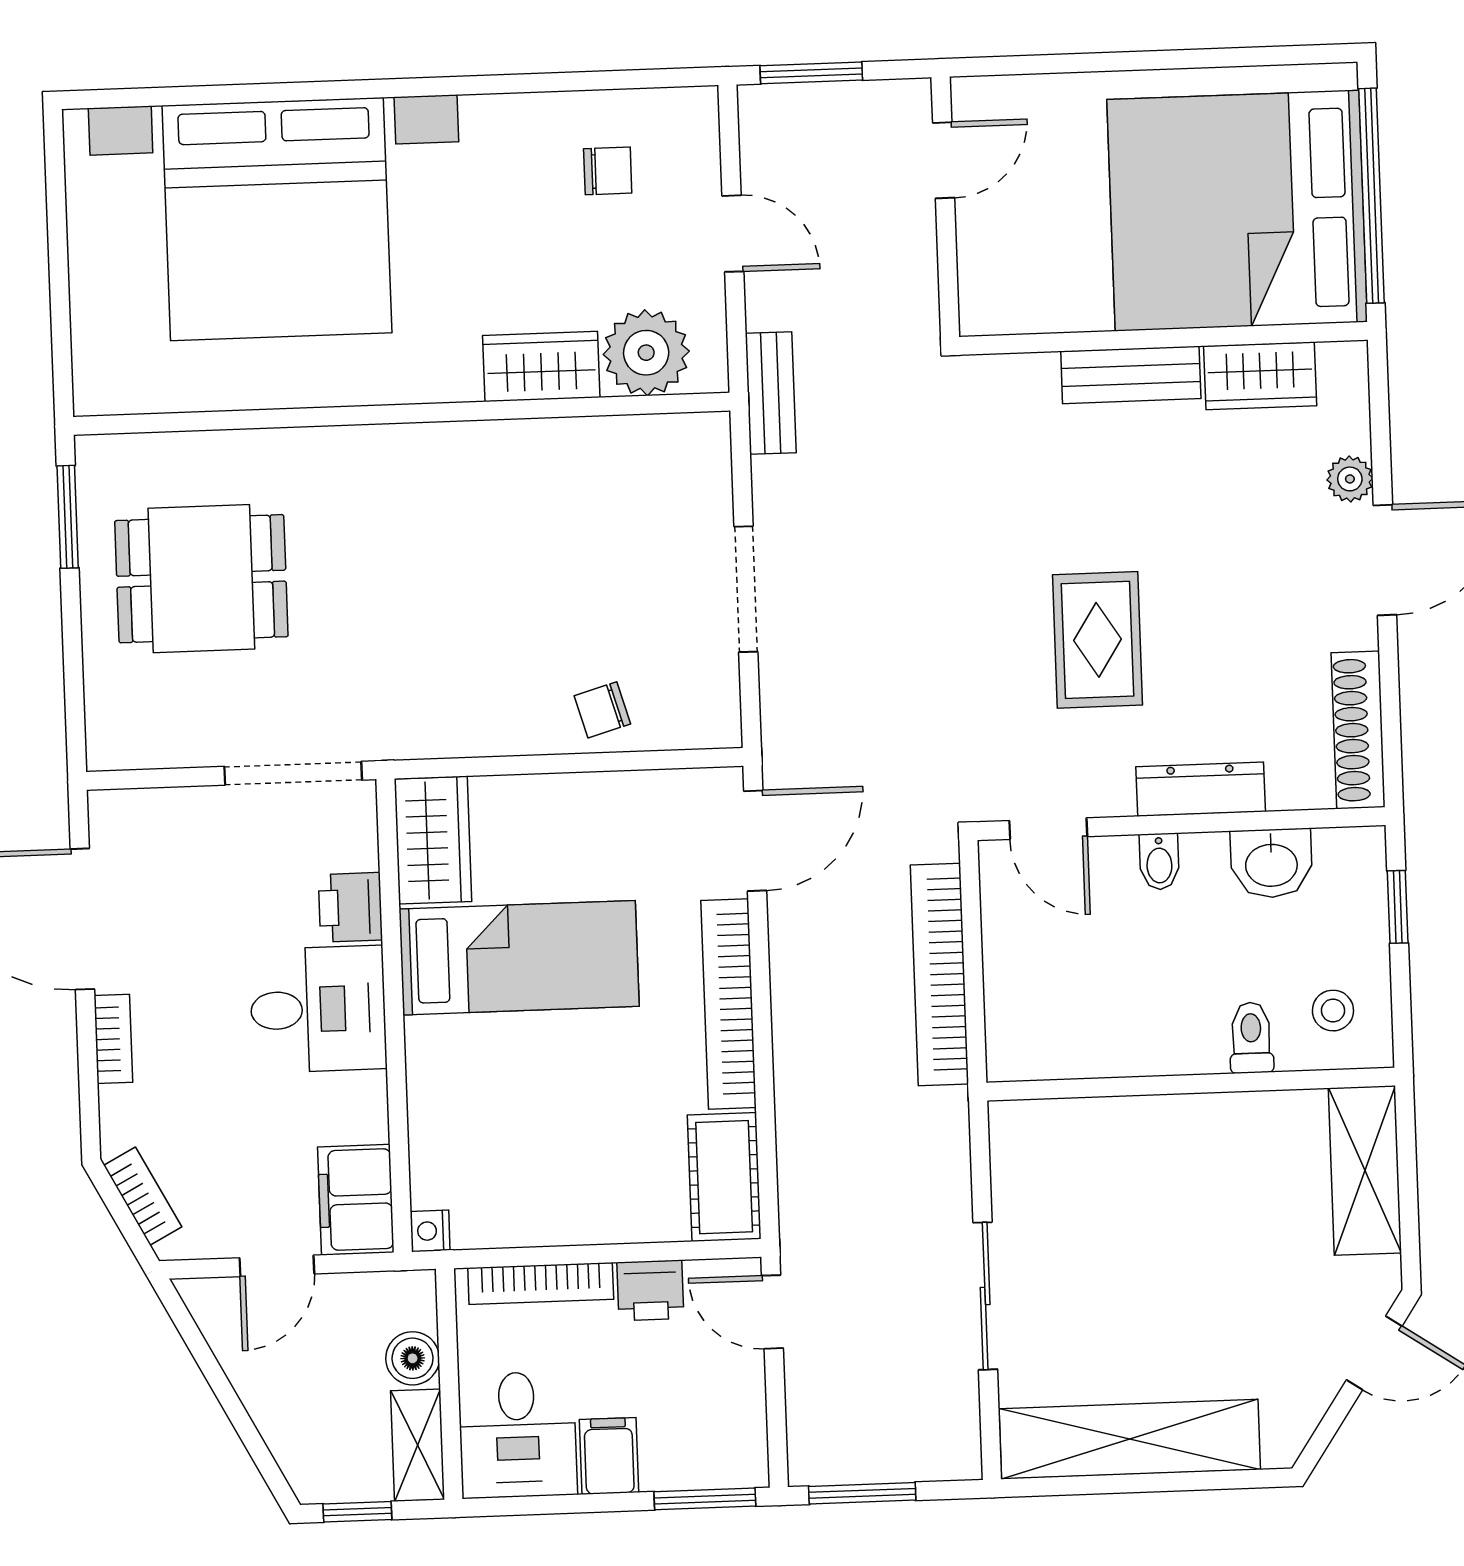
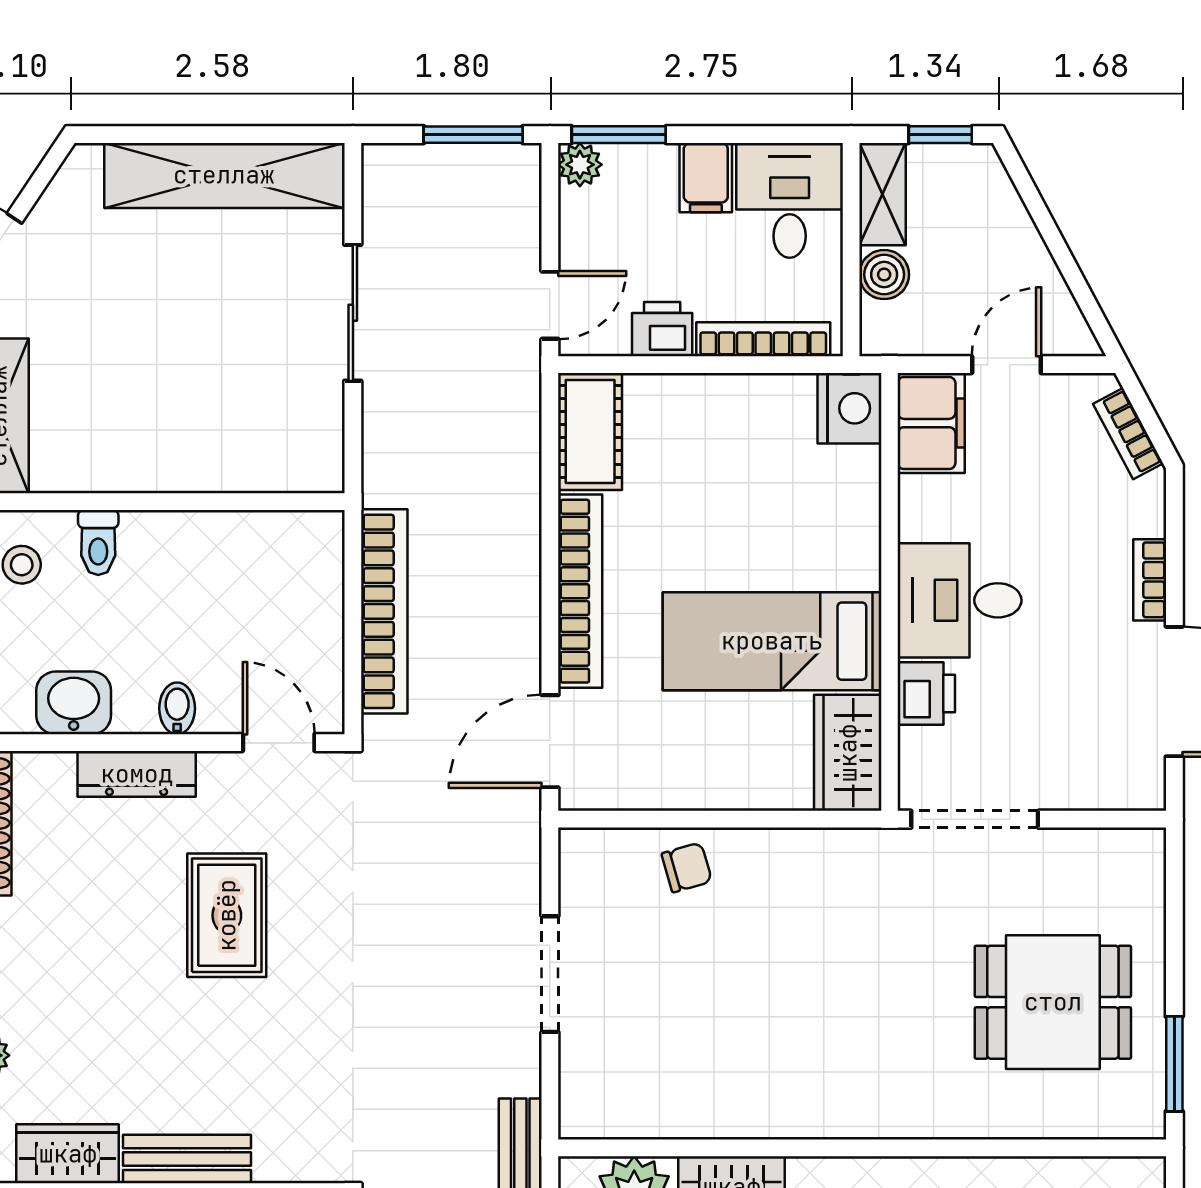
nightstand: (430, 1231) -> (850, 408), width x1.89, depth x1.79
door: (772, 1312) -> (550, 305), hinge flipped
plant: (746, 1465) -> (580, 165), added

